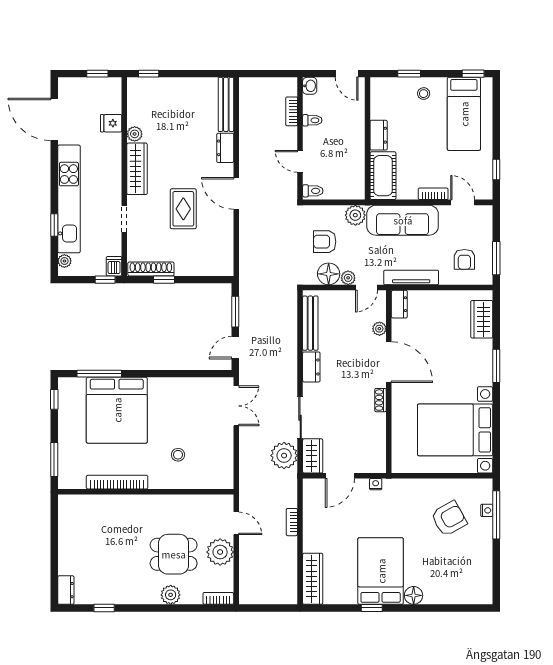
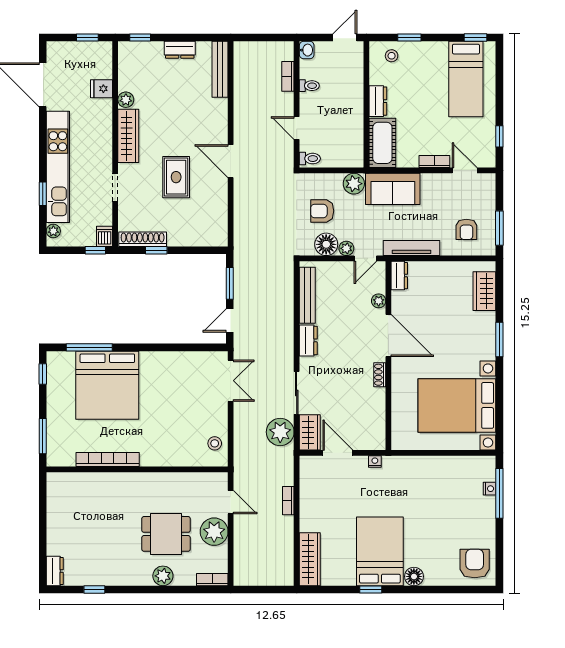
door: (347, 74) -> (345, 37), swing flipped
stool: (424, 94) -> (392, 56), moved
dresser: (225, 148) -> (180, 50), moved, turned -90
sofa: (403, 220) -> (393, 189), width x0.73
stool: (178, 455) -> (215, 443), moved
door: (340, 476) -> (338, 453), swing flipped
armchair: (449, 519) -> (475, 564), moved, turned -61

